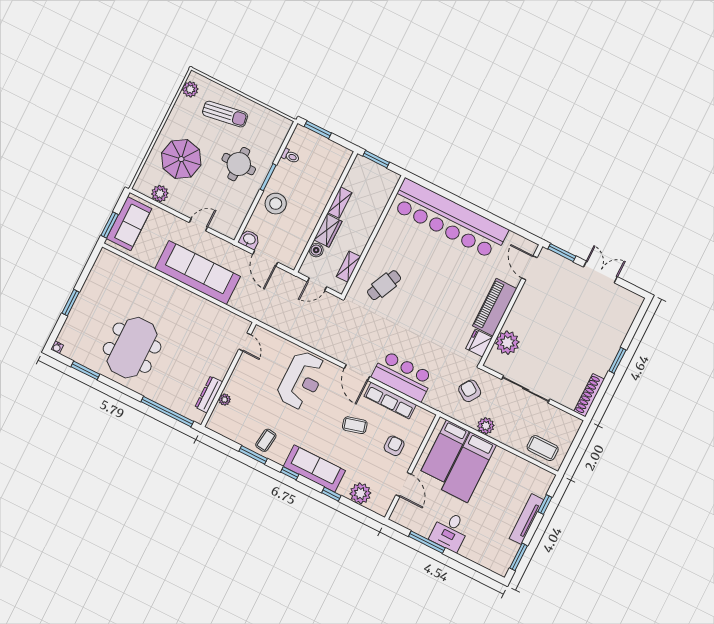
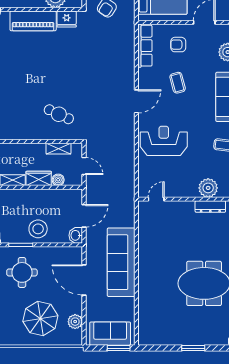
door: (198, 225) -> (84, 280), width x1.88
bar counter: (403, 376) -> (121, 65), removed
plant: (225, 400) -> (208, 188), width x1.88, depth x1.88
row of seats: (390, 400) -> (145, 46), moved

